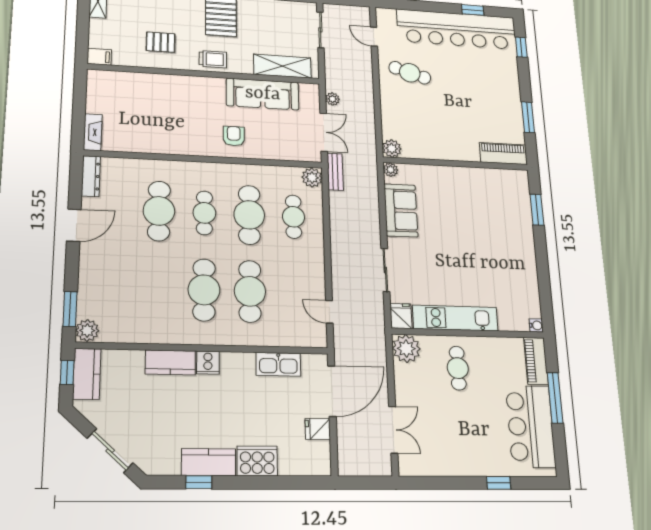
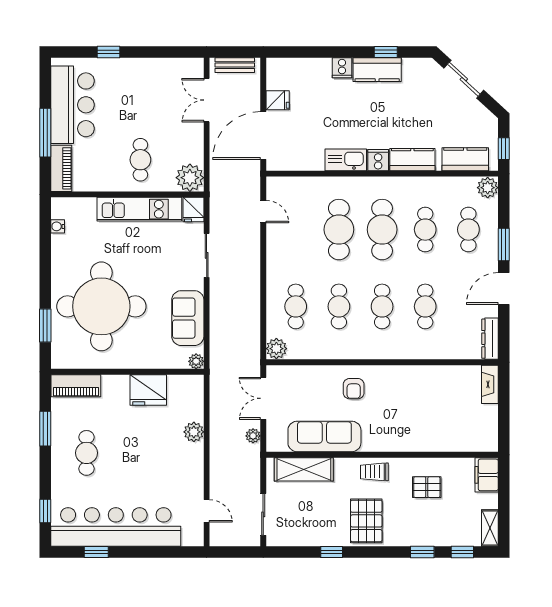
filing cabinet: (99, 57) -> (487, 475), width x2.00
cafe table: (410, 73) -> (86, 453), moved, turned 73
fridge: (435, 146) -> (148, 390), added
plant: (392, 148) -> (194, 432), moved
bench: (335, 172) -> (235, 65), moved, turned 90
cafe table: (159, 211) -> (425, 306), width x0.73, depth x0.74
cafe table: (249, 215) -> (339, 306), width x0.73, depth x0.74
round table: (485, 225) -> (101, 306), added
cafe table: (110, 287) -> (468, 230), added
cafe table: (157, 288) -> (425, 230), added
window: (70, 309) -> (504, 244), moved
water cooler: (536, 325) -> (58, 226), moved
kitchen sink: (278, 364) -> (346, 160), moved
kitchen counter: (87, 374) -> (465, 159), moved, turned 90
cooker: (257, 461) -> (342, 68), width x0.53, depth x0.76

